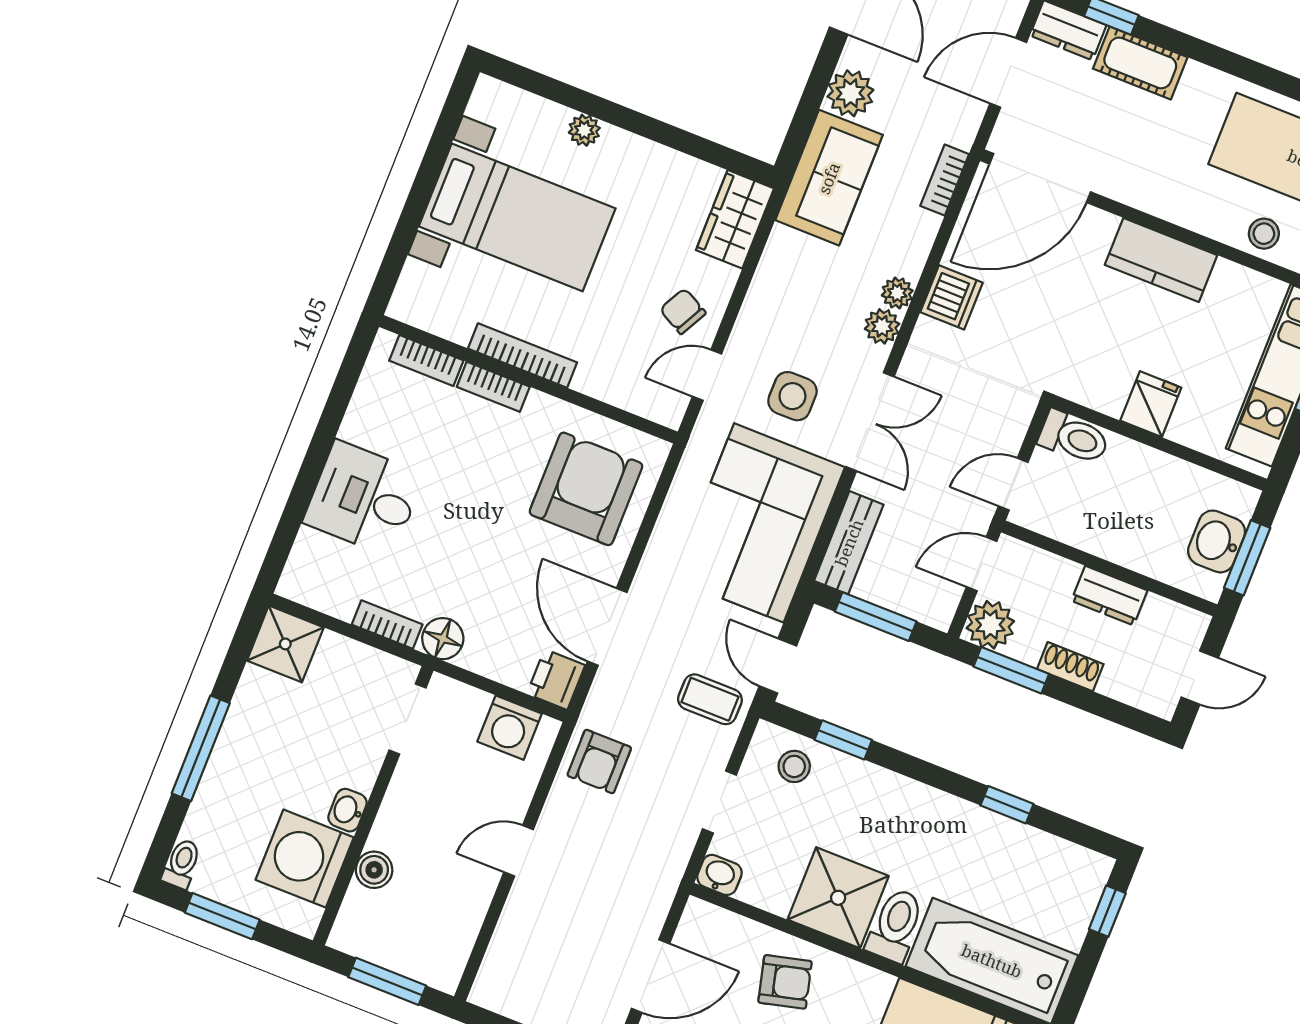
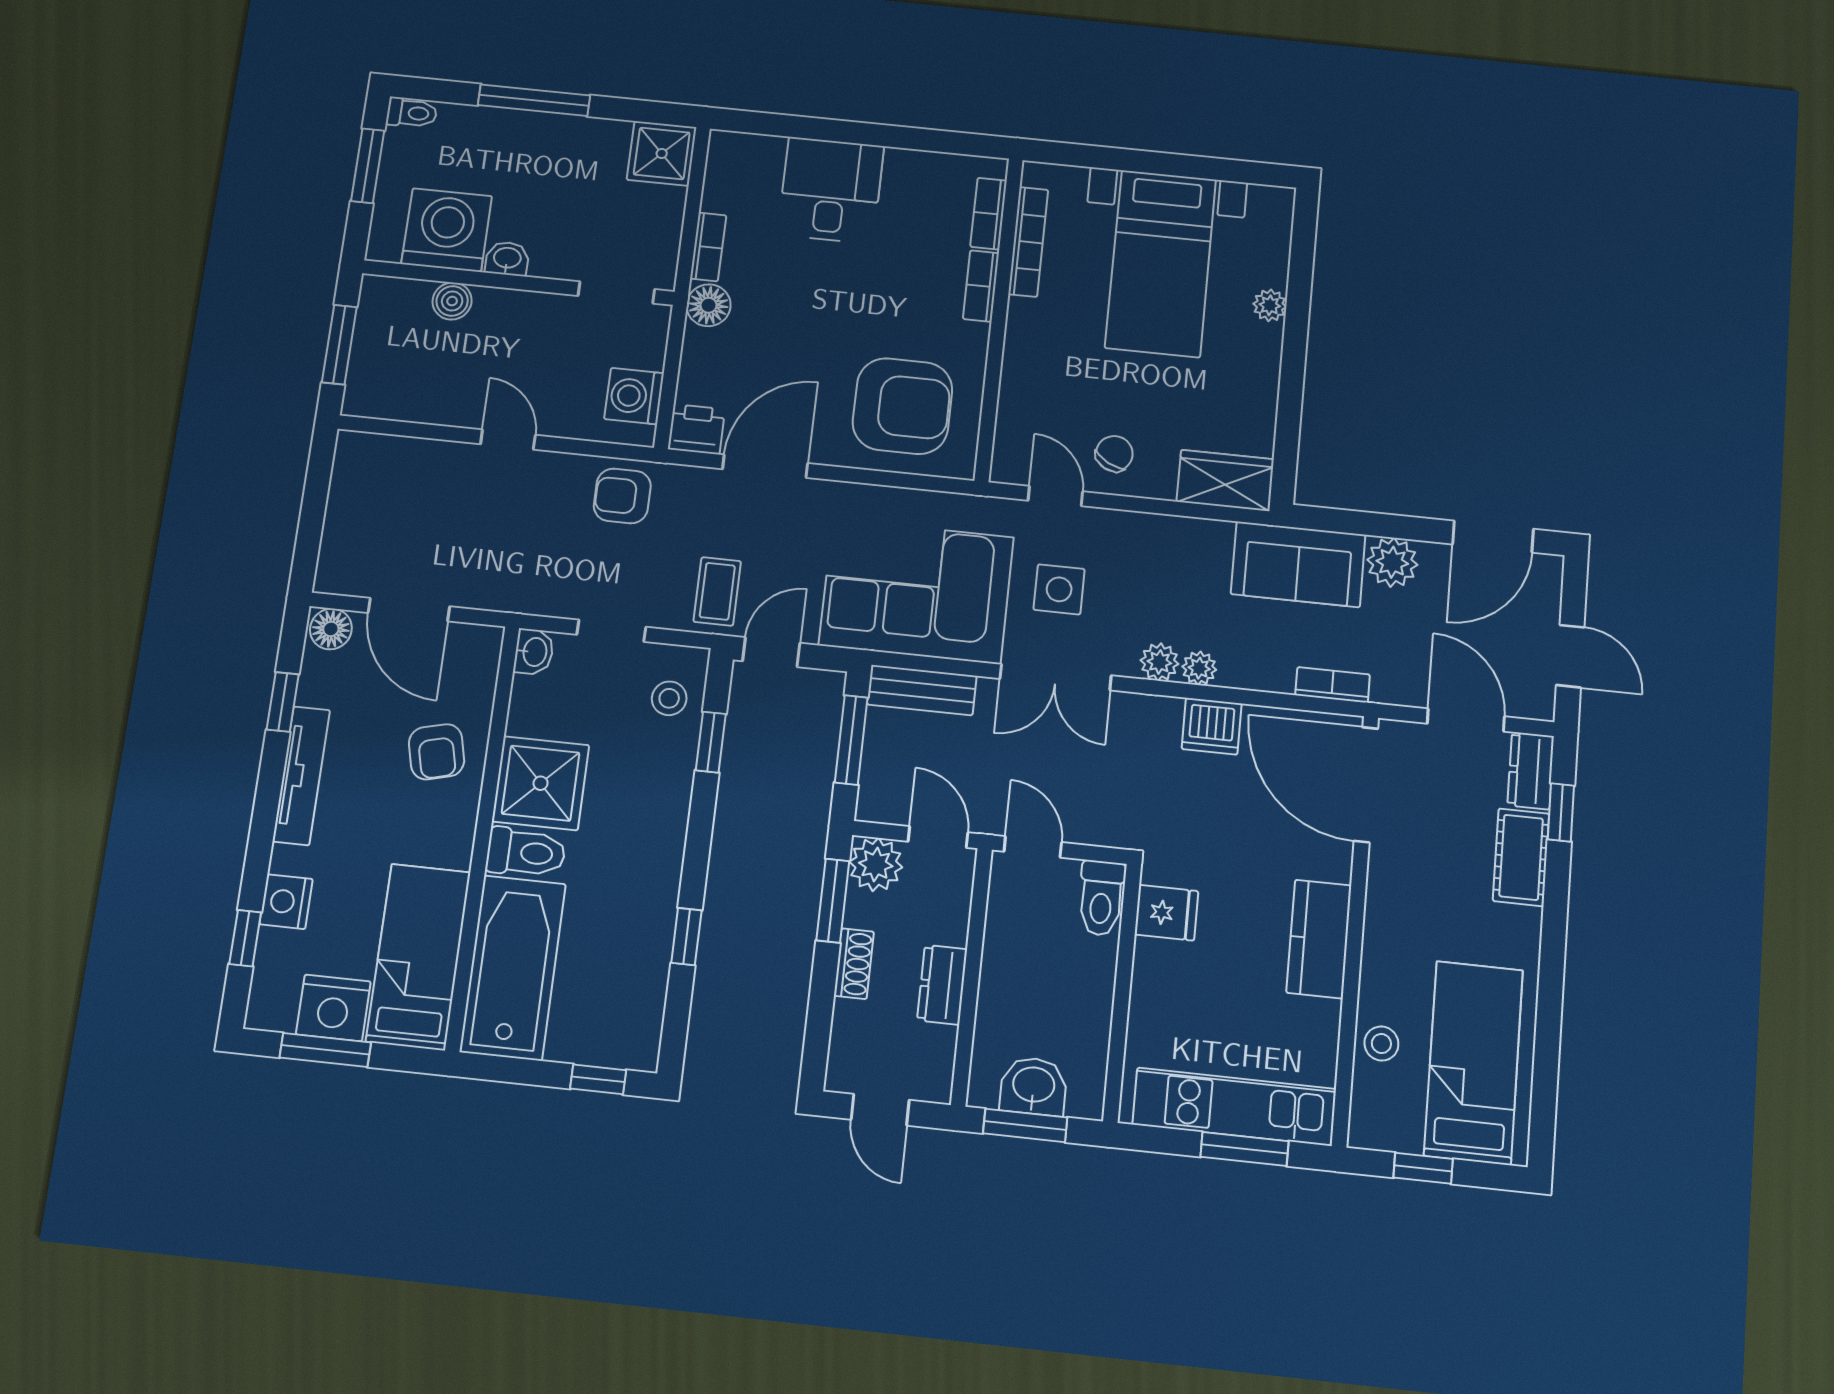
bookcase: (523, 355) -> (1028, 242), moved
fridge: (1151, 404) -> (1166, 913), moved

